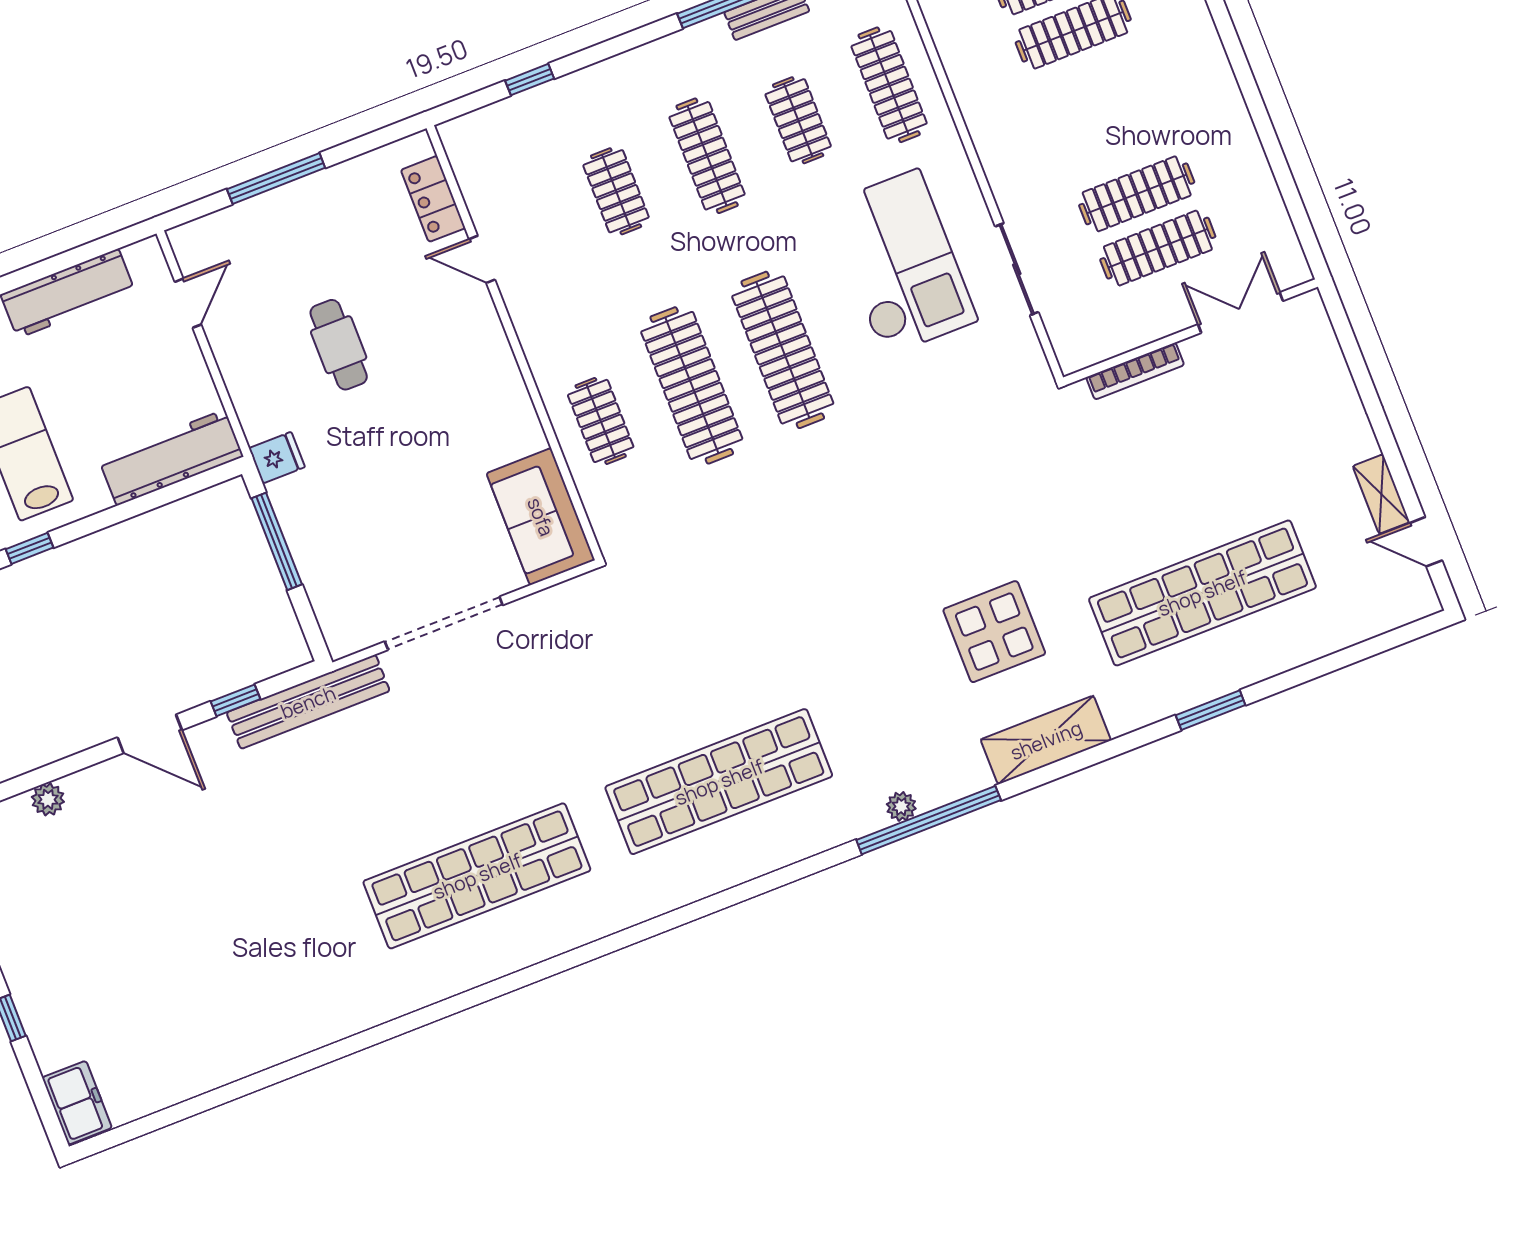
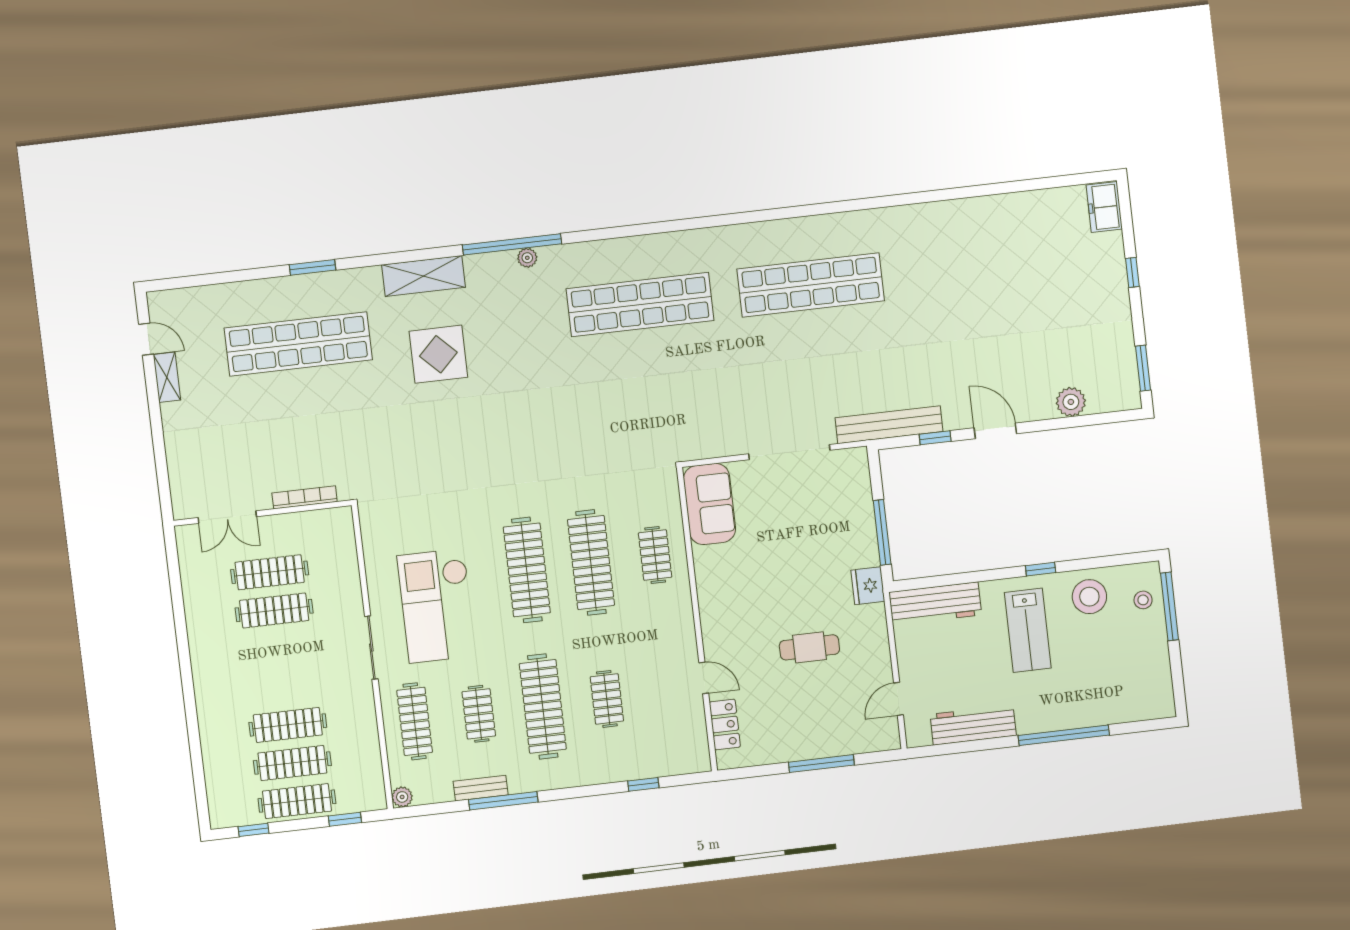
clothes rail: (707, 156) -> (543, 706), width x1.37, depth x1.31
sliding door: (1017, 269) -> (371, 648), moved
cafe table: (339, 345) -> (809, 647), turned 90
fridge: (277, 458) -> (868, 586), width x1.38
plant: (48, 799) -> (1071, 402), width x1.38, depth x1.38

